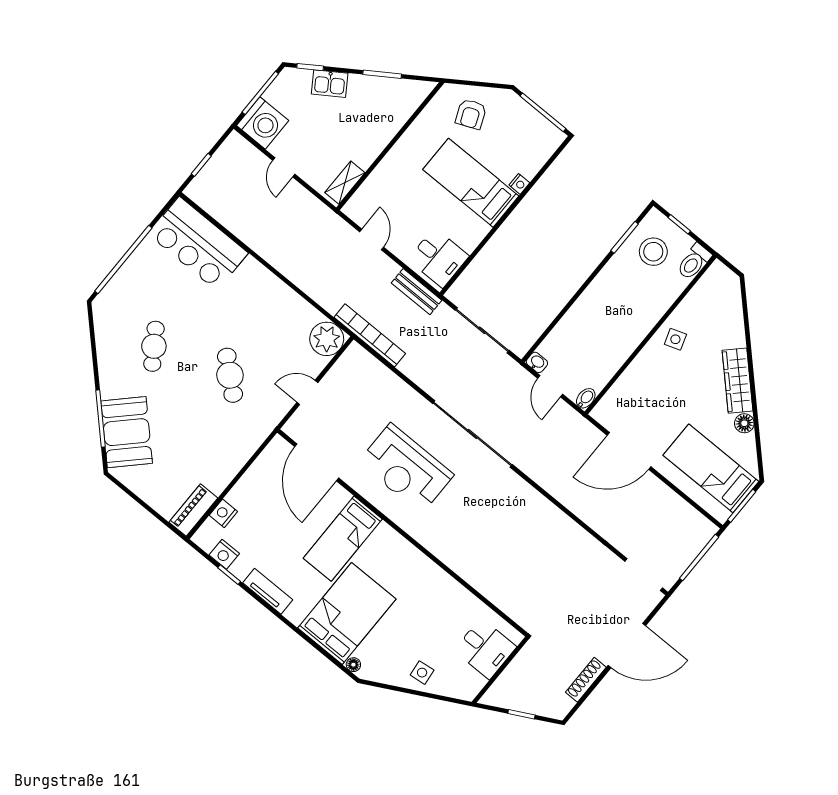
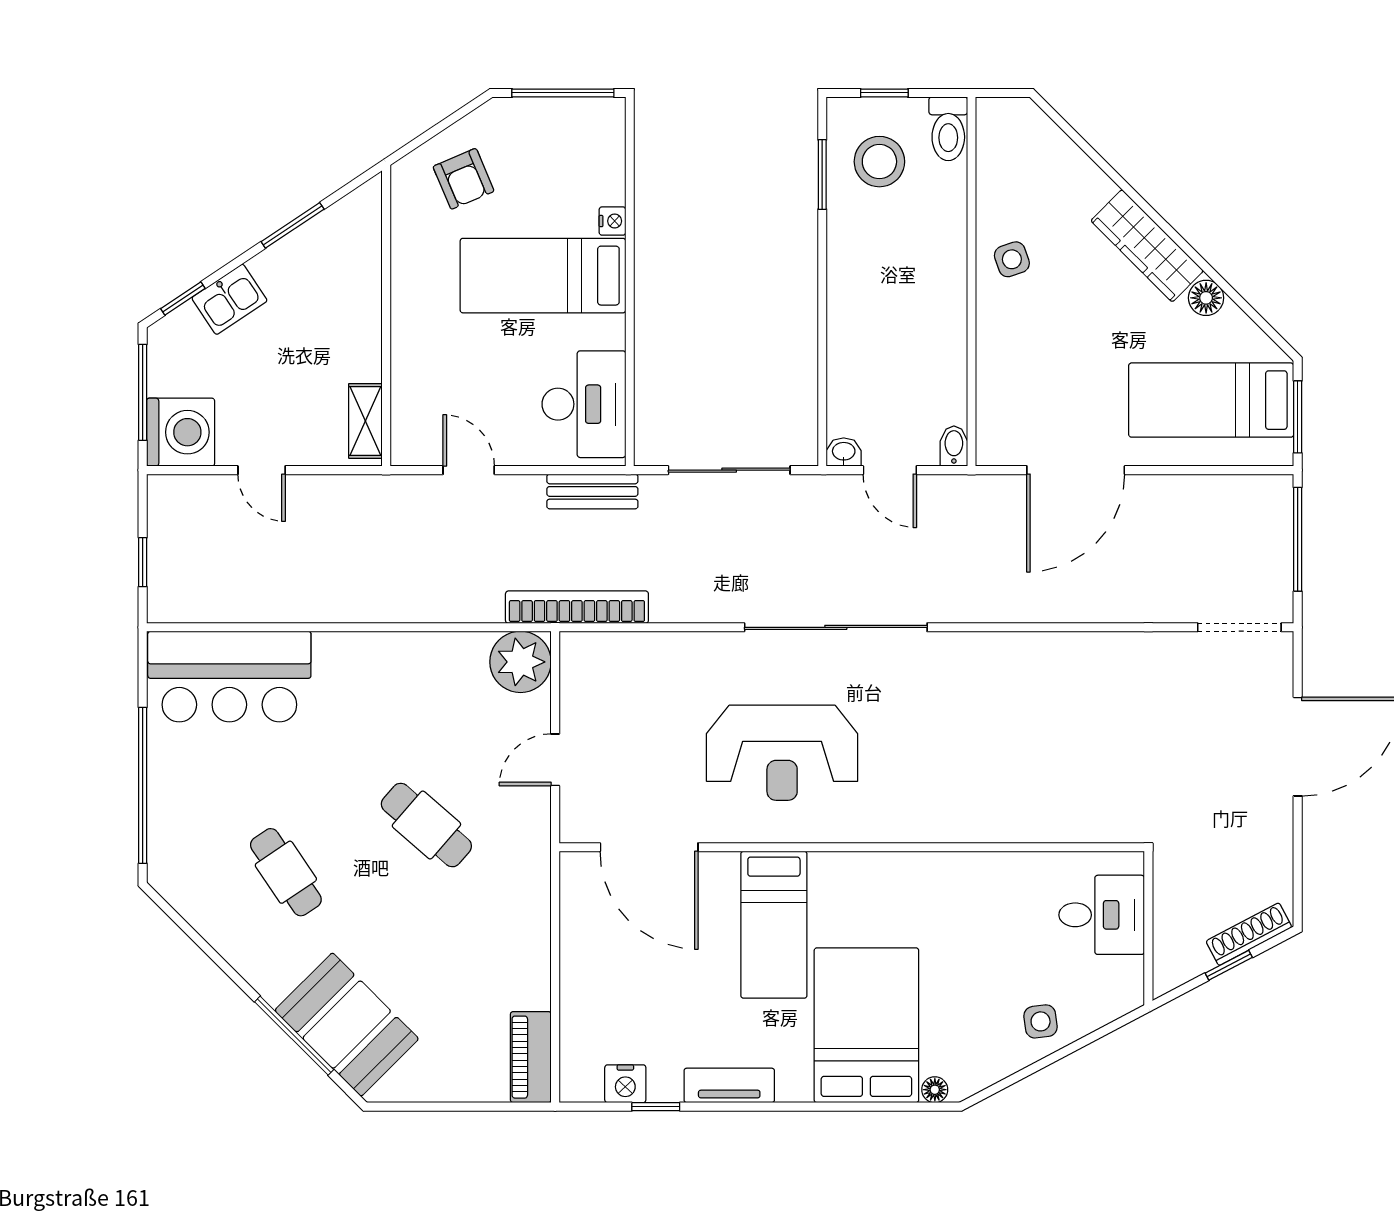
desk: (438, 258) -> (584, 404), width x1.37
nightstand: (223, 513) -> (577, 1027), removed
shoe rack: (586, 680) -> (1249, 934), moved, turned 62

